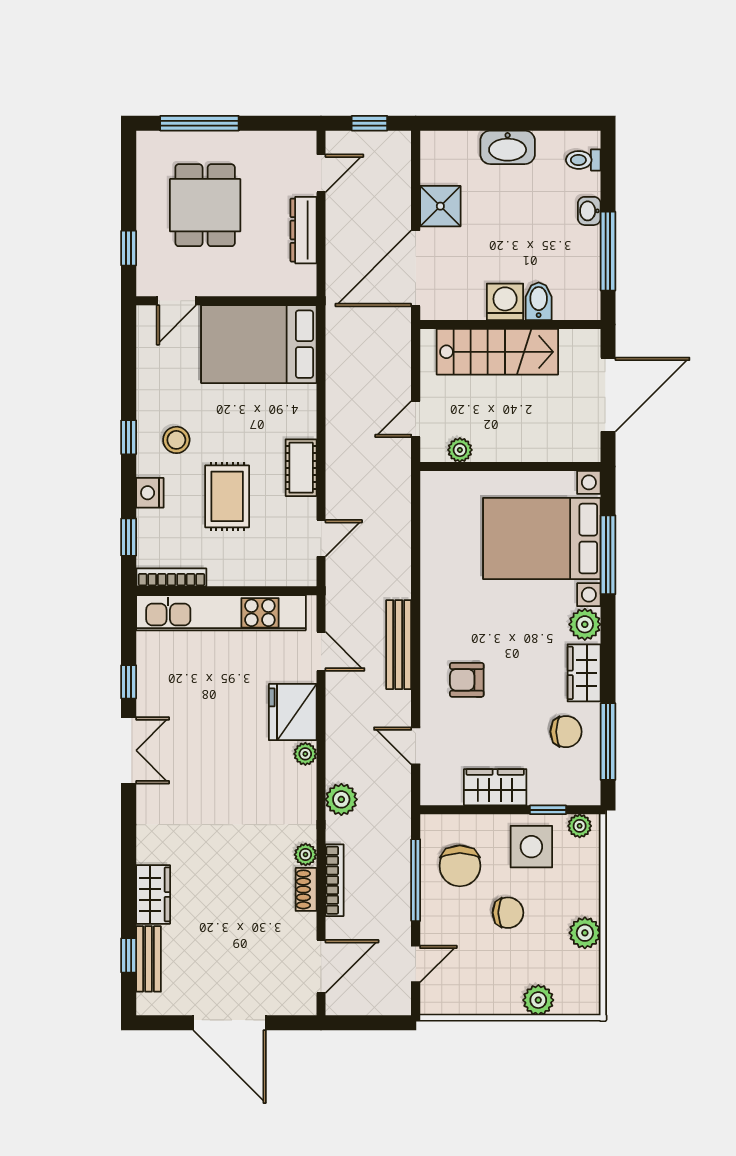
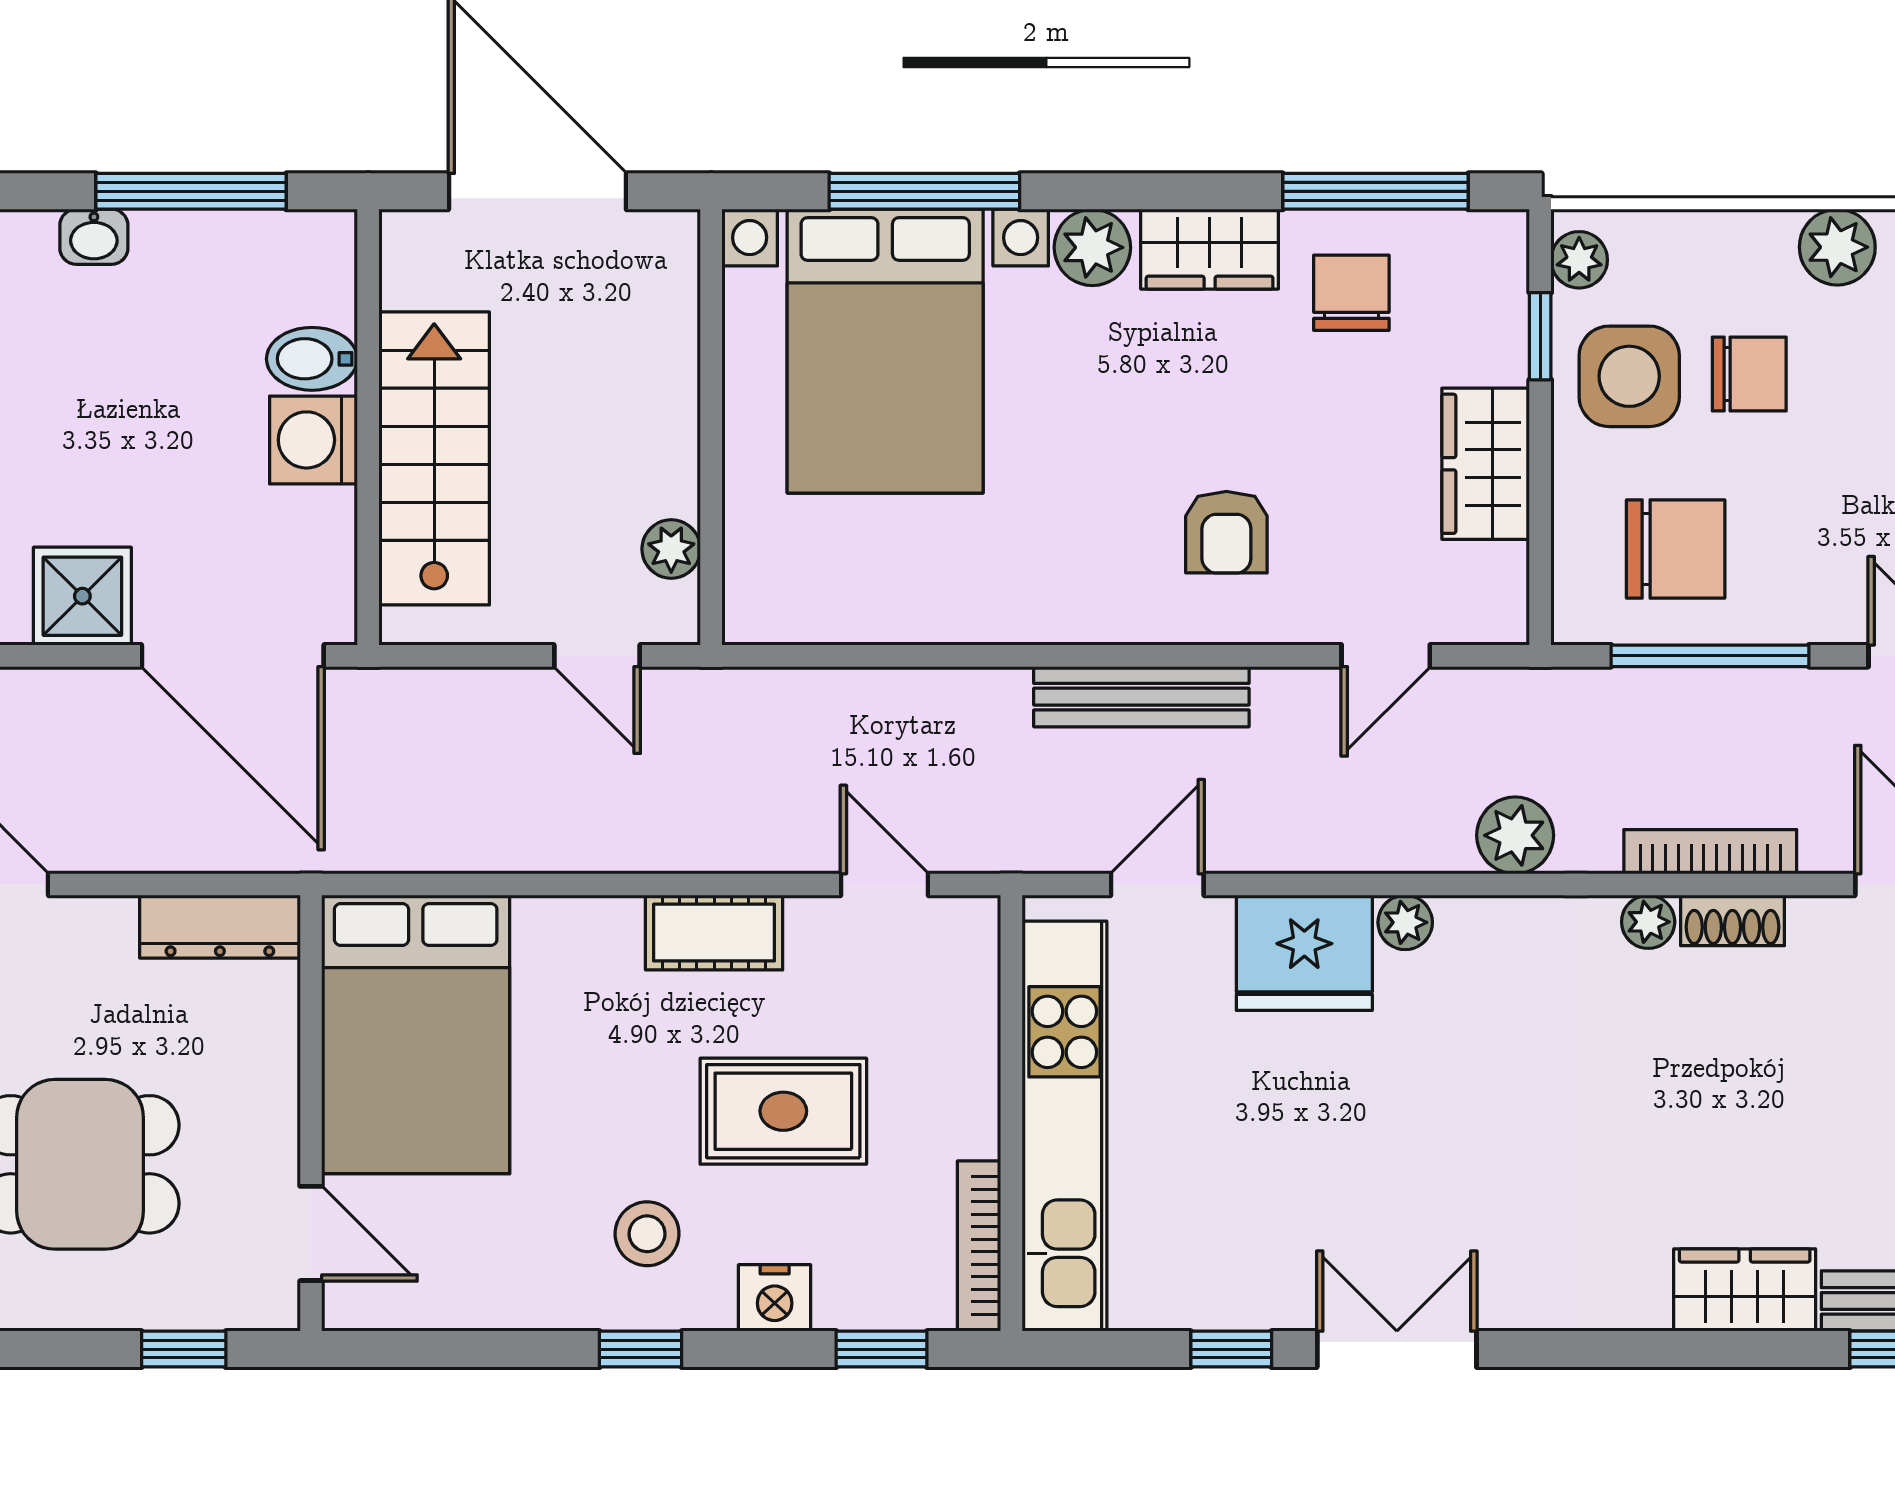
dresser: (303, 230) -> (220, 927), moved
chair: (508, 913) -> (1749, 374), moved, turned 90

